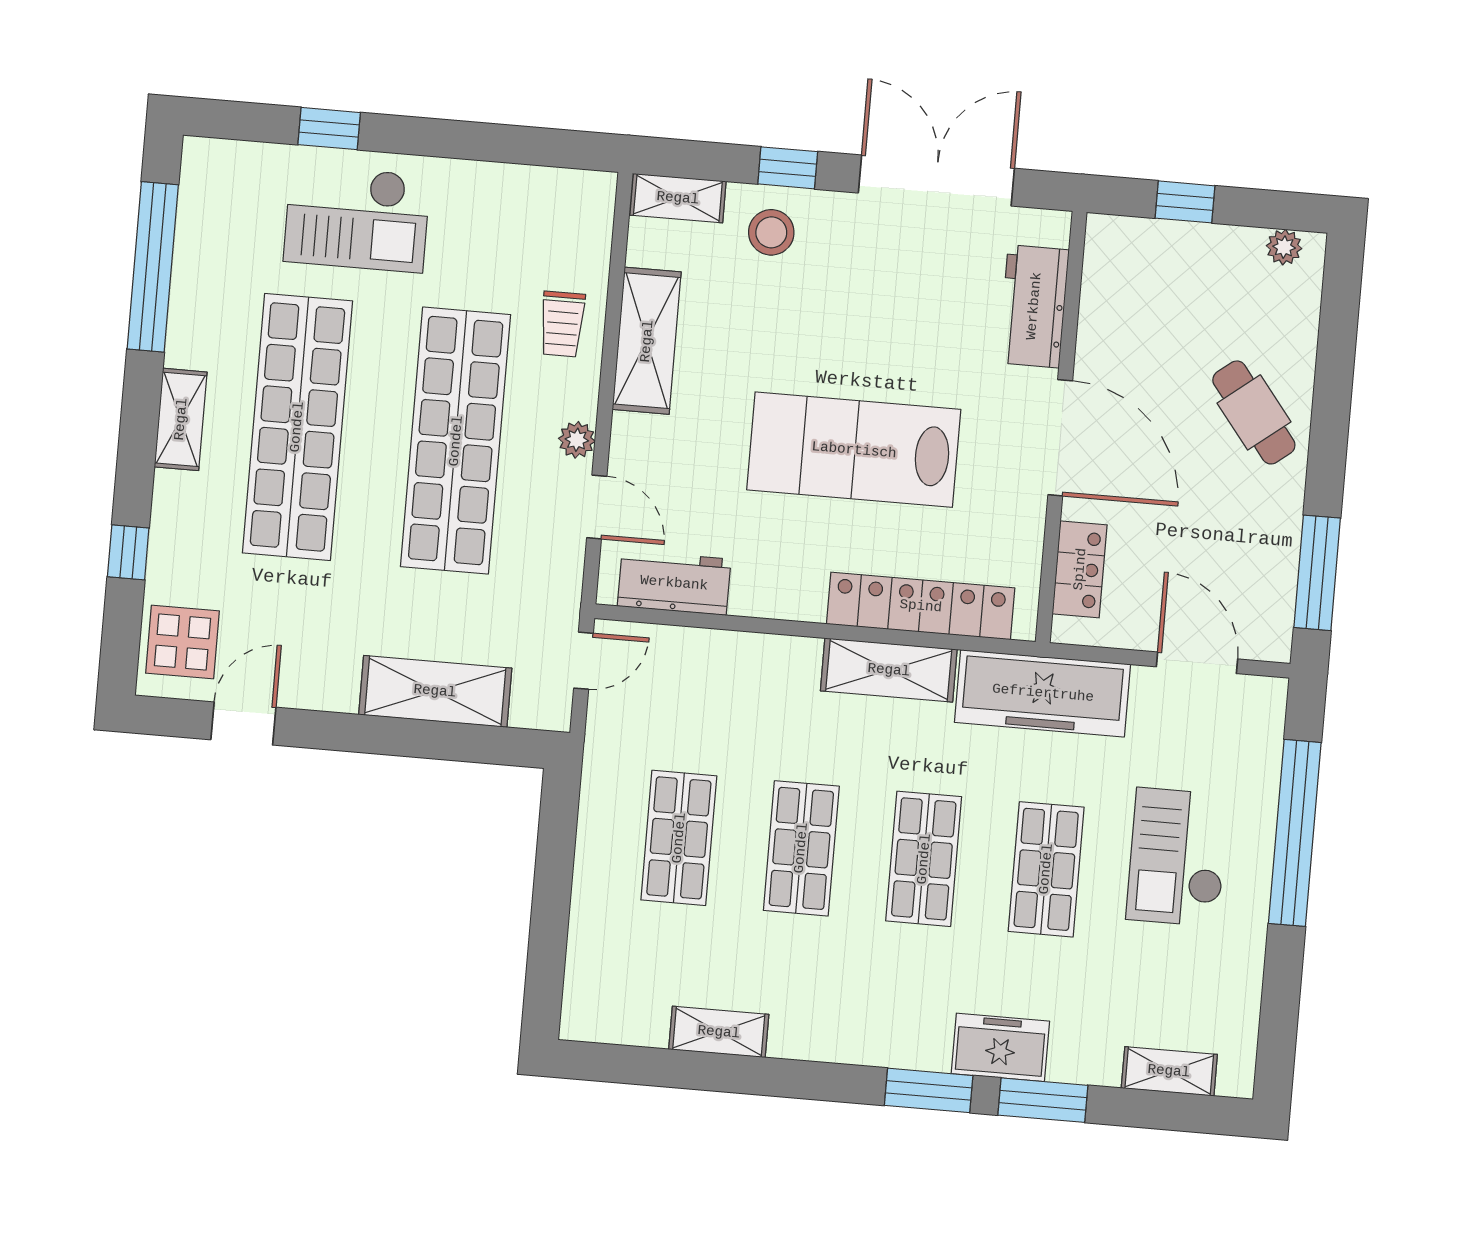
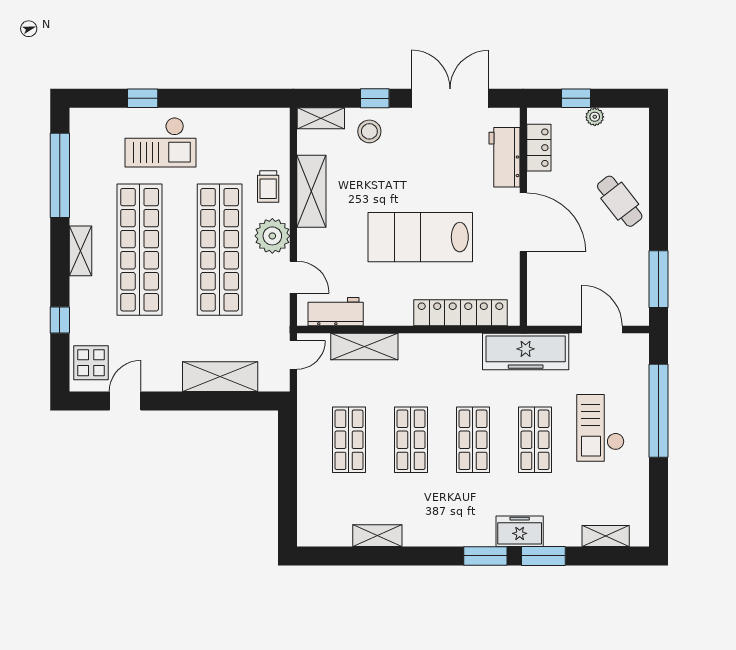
plant: (1284, 247) -> (595, 117), moved
plant: (577, 440) -> (272, 236), width x1.88, depth x1.88
locker: (1080, 569) -> (539, 148), moved
shelving: (889, 670) -> (364, 346), moved

